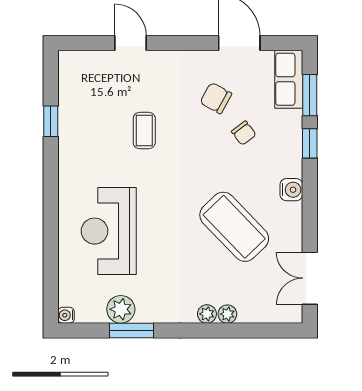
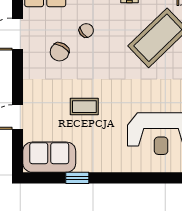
sofa: (78, 85) -> (49, 157), added

